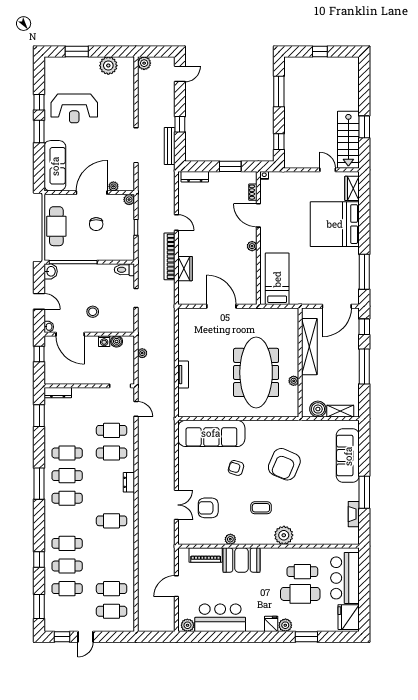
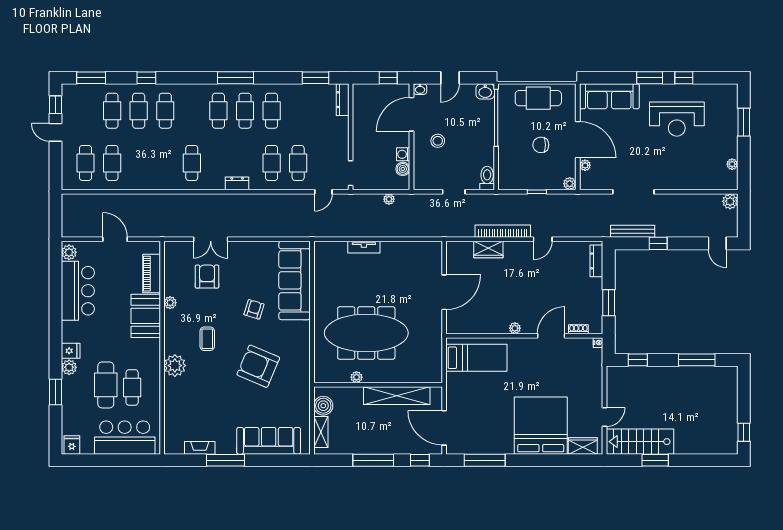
window: (320, 51) -> (744, 432), moved
plant: (108, 66) -> (732, 164), width x0.53, depth x0.53
reception desk: (74, 108) -> (677, 119), turned -90
fridge: (349, 617) -> (72, 445), width x0.53, depth x0.75

